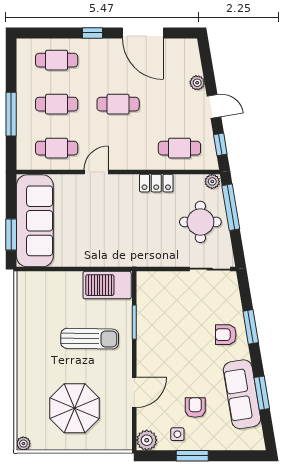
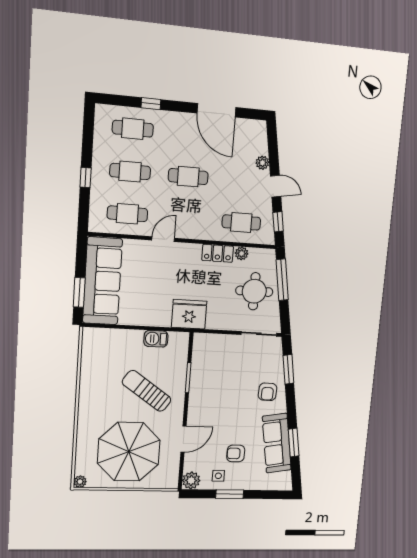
window: (93, 33) -> (151, 104), moved
window: (11, 114) -> (86, 178), width x0.46
plant: (212, 181) -> (242, 253), moved
fridge: (130, 251) -> (189, 314), added
barbecue: (107, 285) -> (156, 339), width x0.53, depth x0.65
window: (251, 327) -> (288, 369), moved
armchair: (226, 335) -> (268, 392), turned -88
sun lounger: (90, 339) -> (147, 391), turned -146
parasol: (75, 408) -> (129, 452), width x1.36, depth x1.36
armchair: (195, 408) -> (236, 453), turned -90

